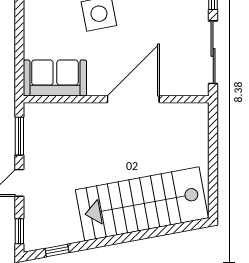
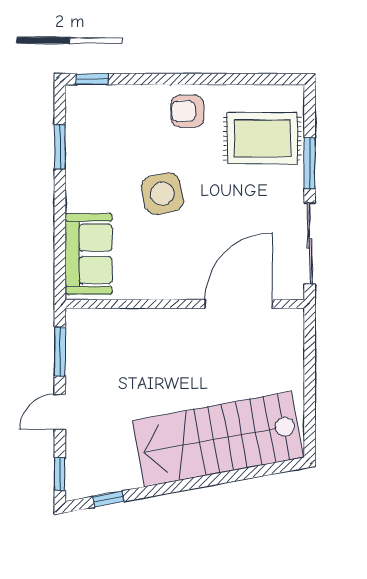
sofa: (55, 78) -> (89, 254), moved, turned 90
door: (133, 99) -> (239, 304), moved

